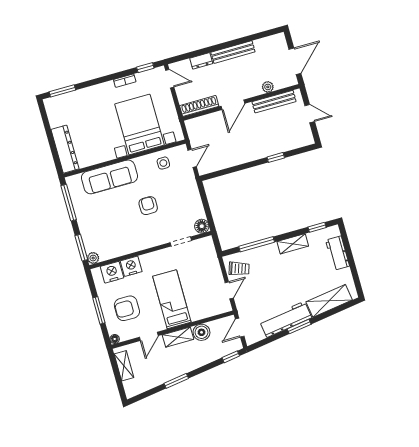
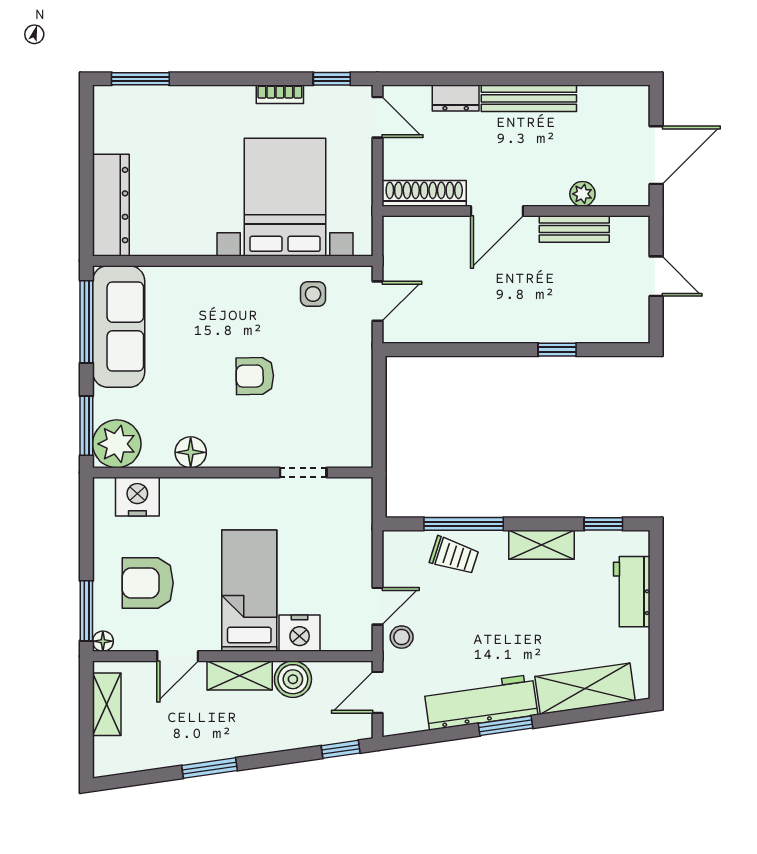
bench: (274, 102) -> (574, 229), width x0.73
sofa: (109, 177) -> (119, 326), moved, turned -90
armchair: (148, 206) -> (255, 376), turned -91
floor lamp: (202, 226) -> (191, 452), moved
plant: (93, 258) -> (117, 444), width x1.88, depth x1.88
nightstand: (131, 266) -> (300, 633), moved, turned 180
trolley: (239, 269) -> (454, 556), moved
stool: (243, 301) -> (402, 637), added
window: (99, 310) -> (86, 611), moved

